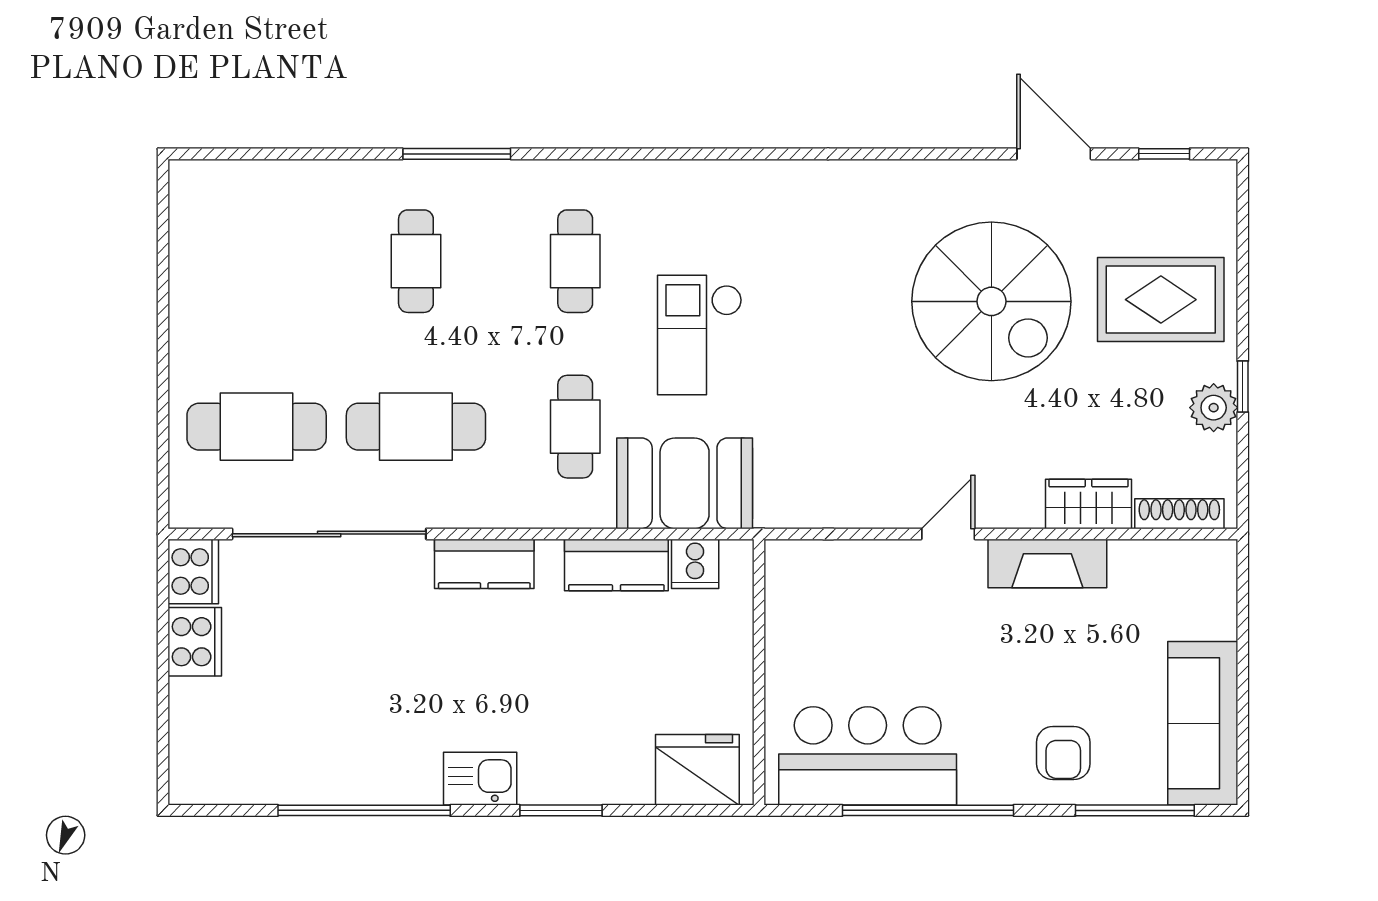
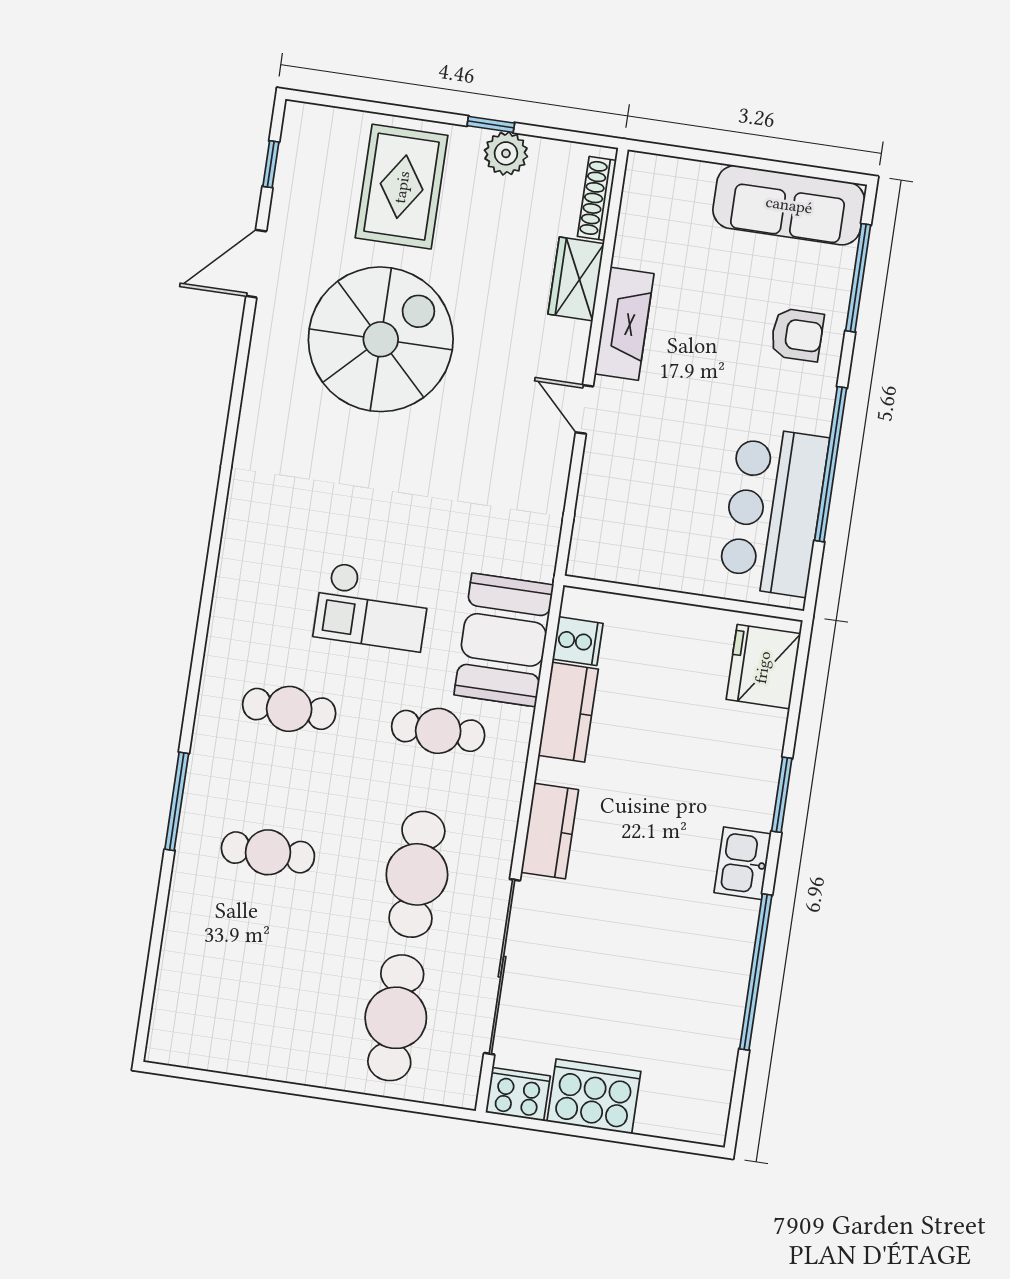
cooker: (195, 642) -> (594, 1096), width x1.37, depth x1.31

